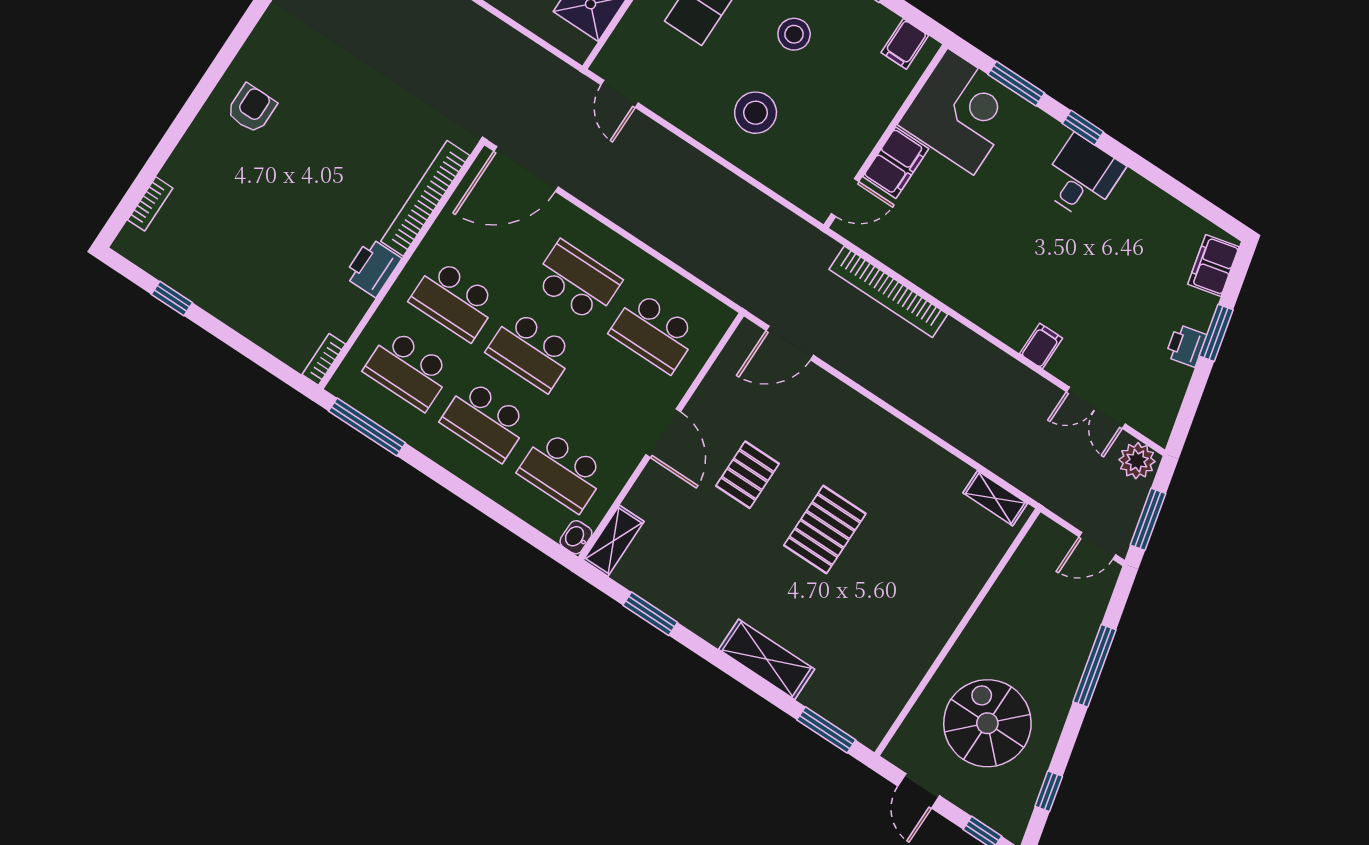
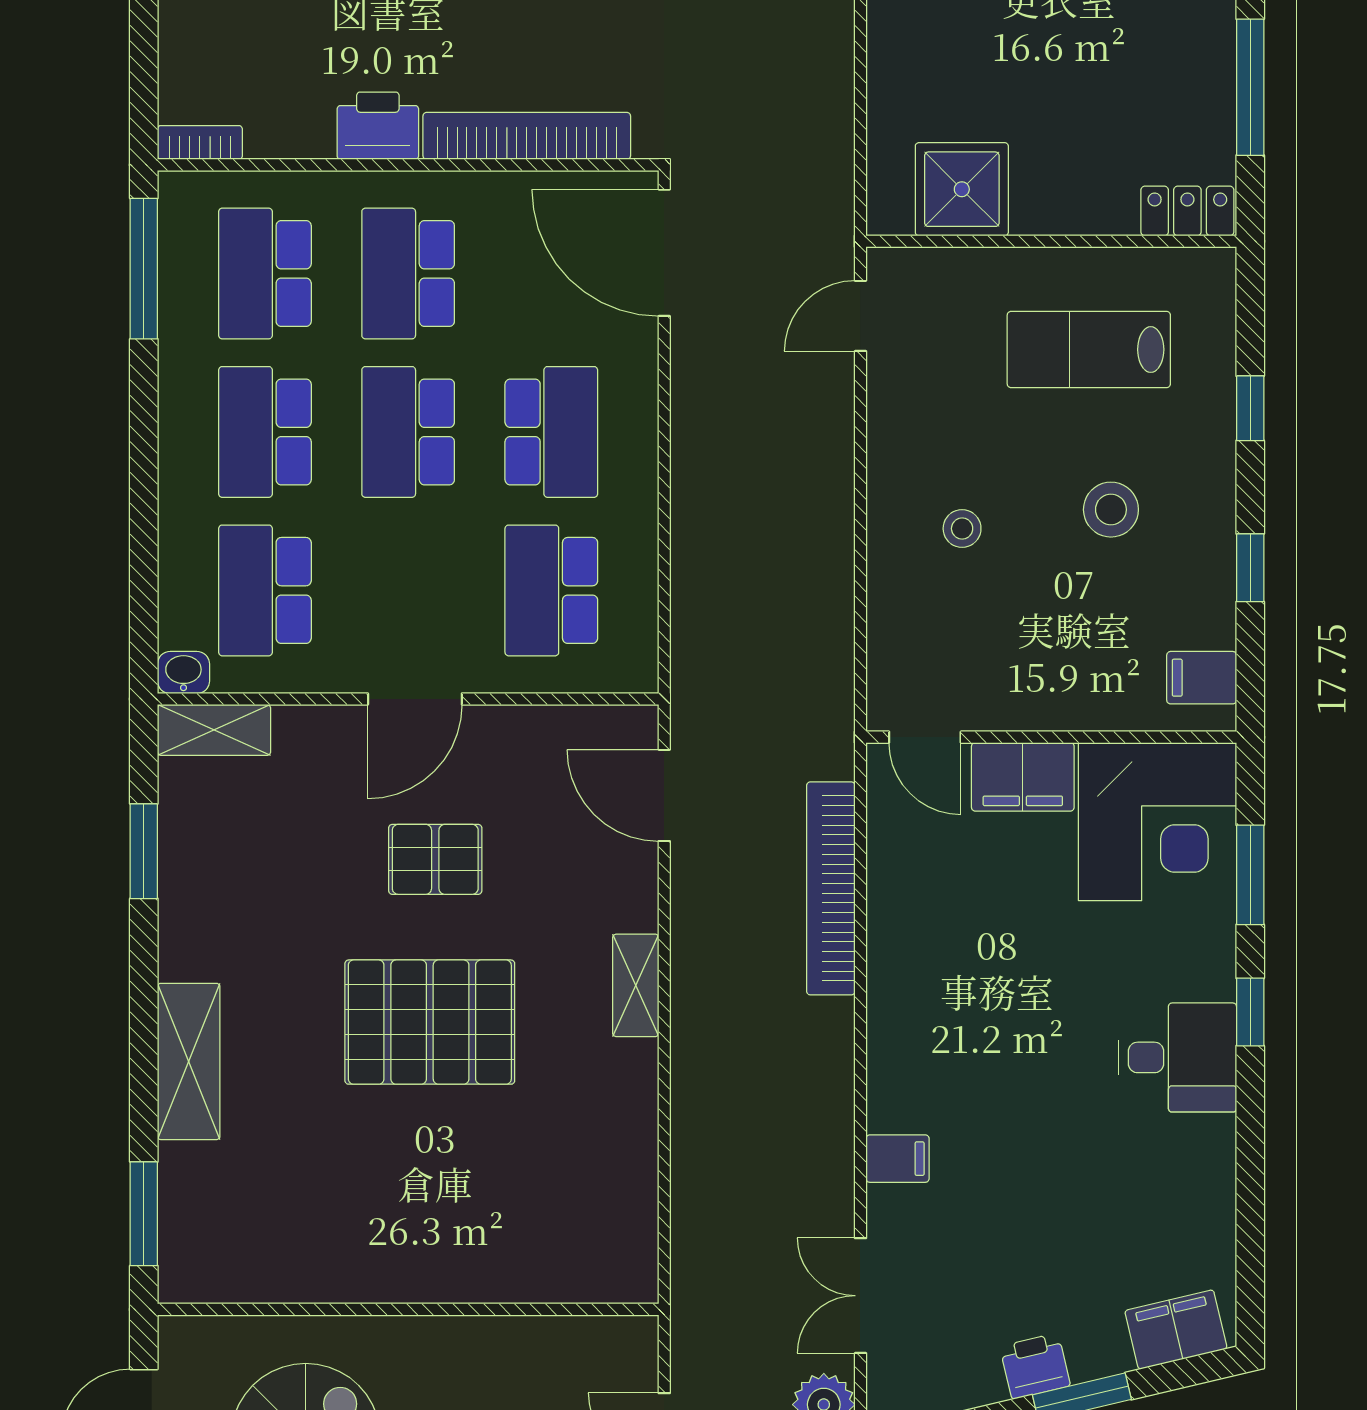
stool: (756, 113) -> (962, 529), width x0.53, depth x0.53
shelving: (995, 498) -> (636, 985), moved
pallet: (825, 530) -> (430, 1022), width x1.37, depth x1.41

